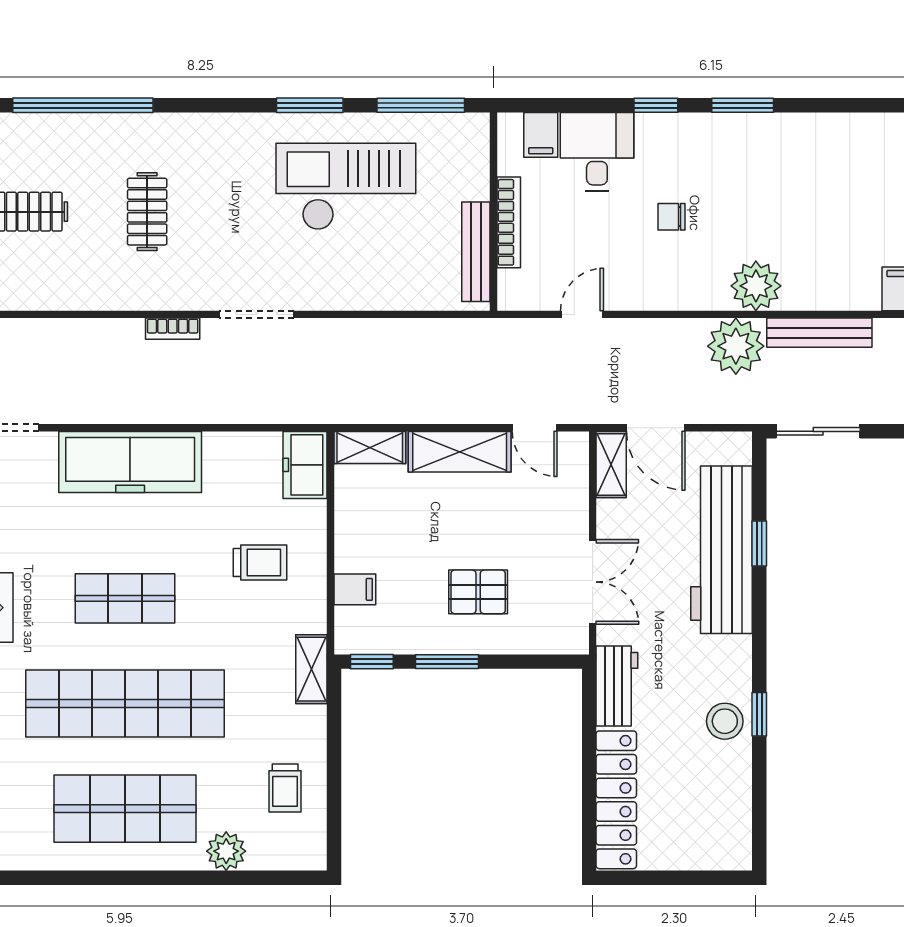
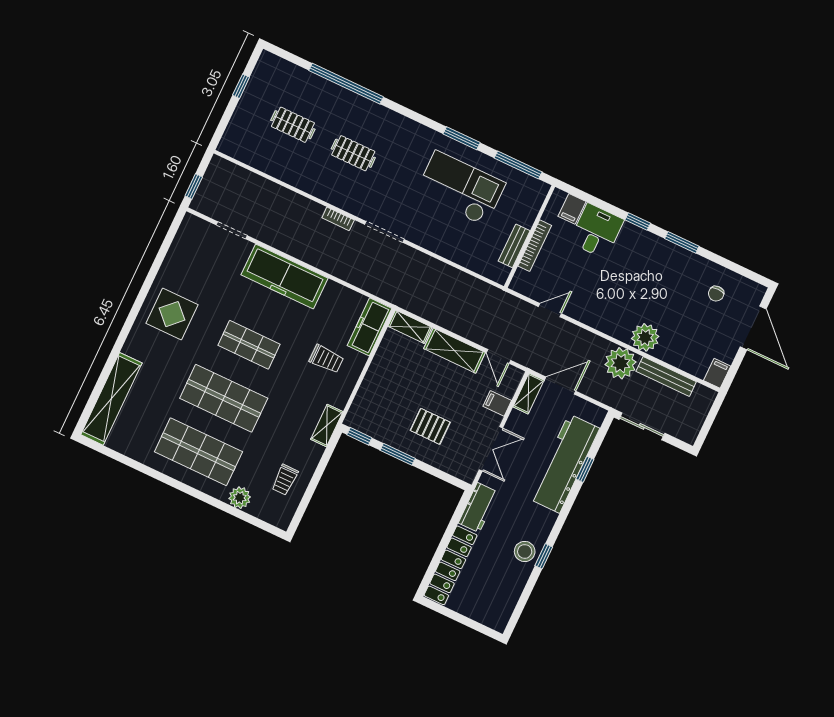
clothes rail: (147, 212) -> (353, 153), turned 90
chair: (671, 217) -> (716, 294), moved, turned -90
bench: (476, 252) -> (514, 246), width x0.73
door: (656, 428) -> (560, 386), swing flipped
freezer: (305, 465) -> (369, 327), width x1.40
filing cabinet: (355, 589) -> (497, 403), moved, turned 180
shop shelf: (125, 704) -> (224, 398), width x0.71

